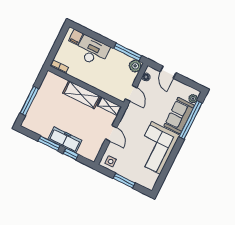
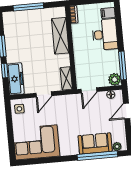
shelving: (82, 95) -> (60, 36), moved
freezer: (65, 140) -> (16, 79), moved
corner sofa: (156, 148) -> (36, 142), moved
window: (124, 181) -> (10, 131), removed

